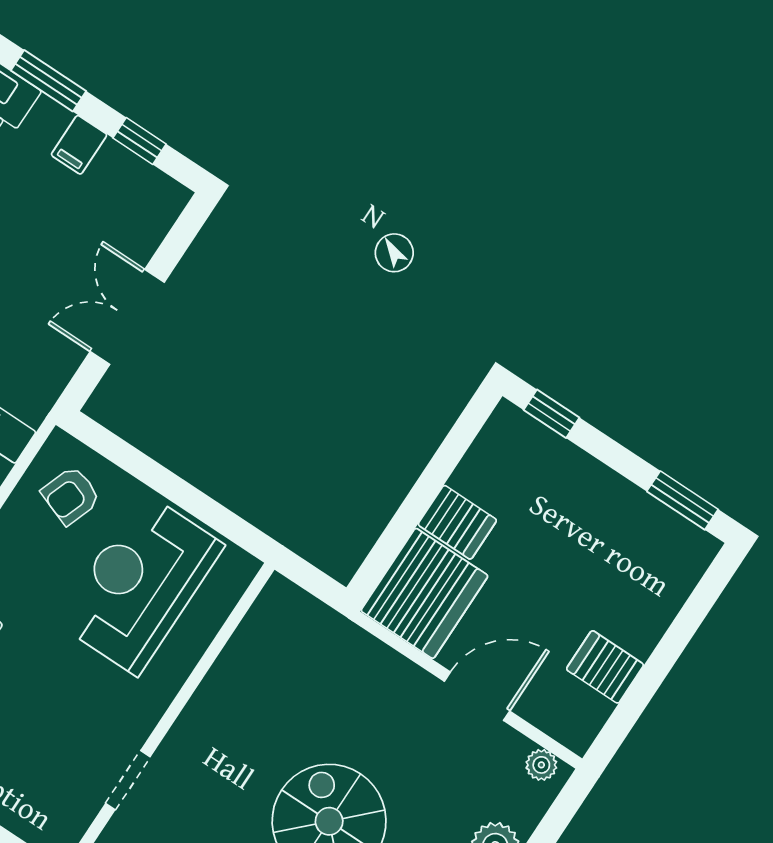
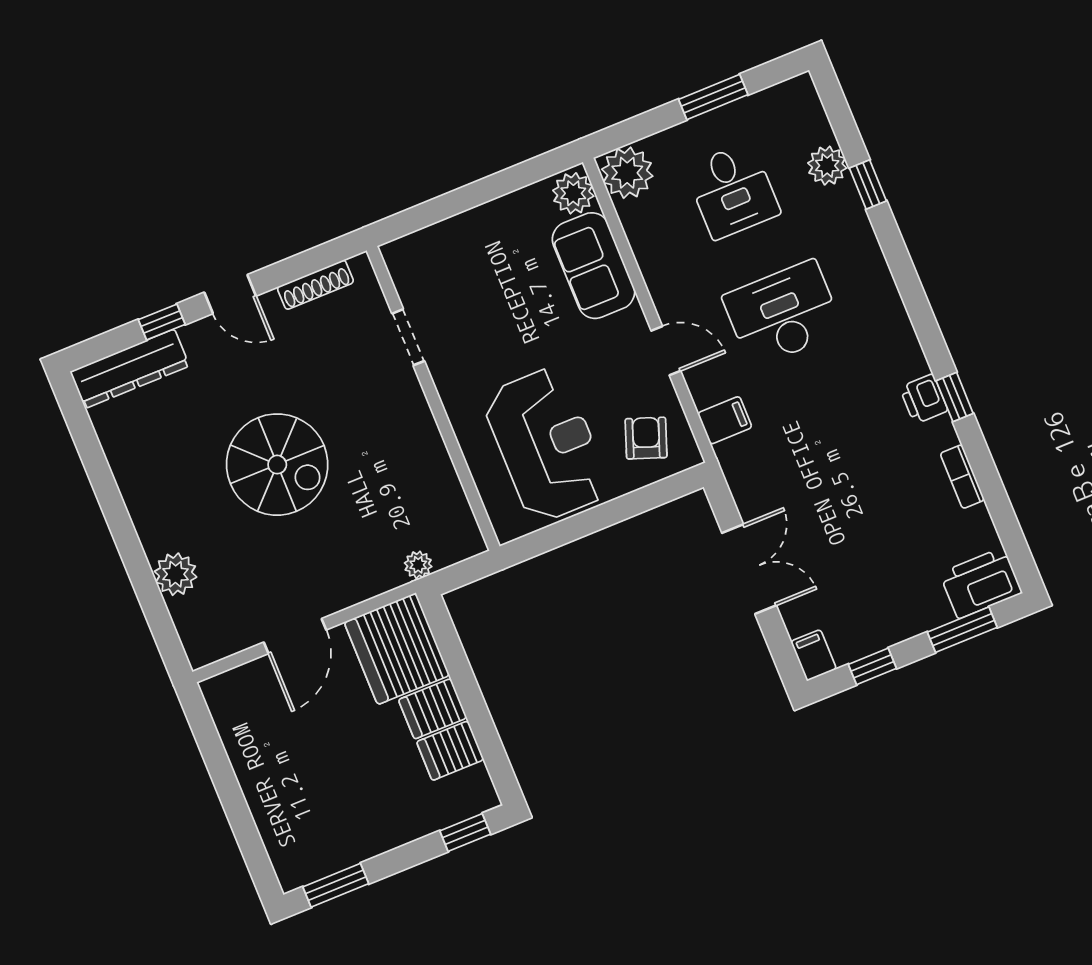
filing cabinet: (79, 145) -> (814, 655), moved
server rack: (605, 667) -> (450, 751), moved, turned 180
plant: (541, 765) -> (418, 565), moved

